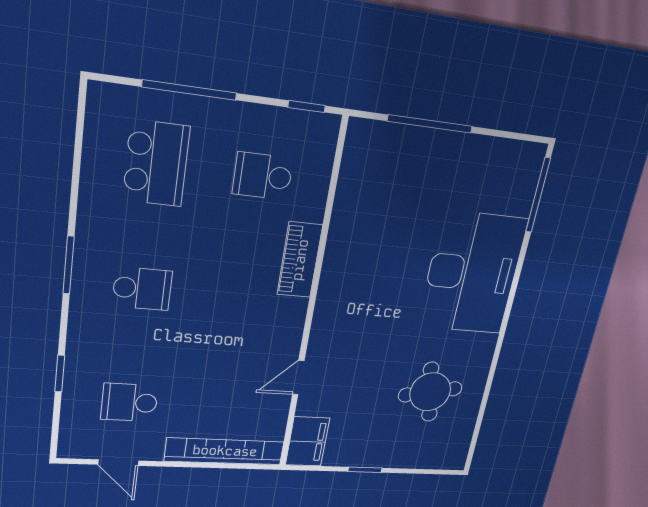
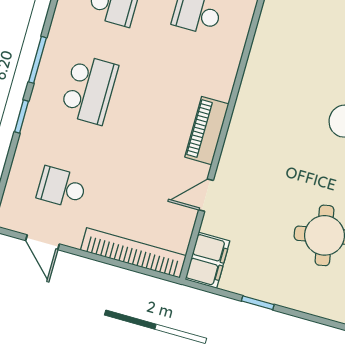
piano: (300, 260) -> (207, 131), moved
school desk: (142, 289) -> (89, 90), width x1.85
window: (60, 374) -> (21, 117), moved

